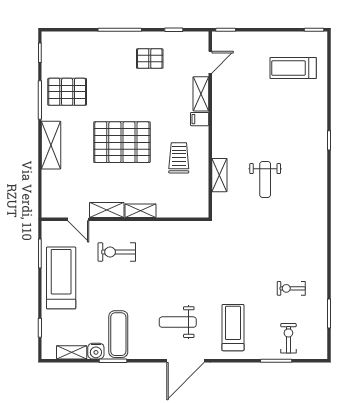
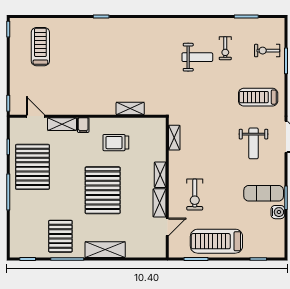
pallet: (150, 59) -> (32, 167), width x2.05, depth x2.00
treadmill: (293, 68) -> (40, 47), turned 180
weight bench: (265, 179) -> (197, 57), moved
shelving: (72, 352) -> (174, 138), moved

